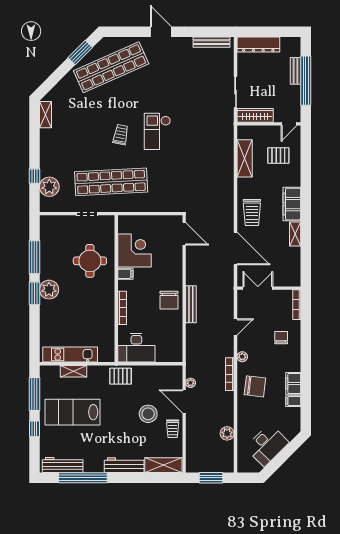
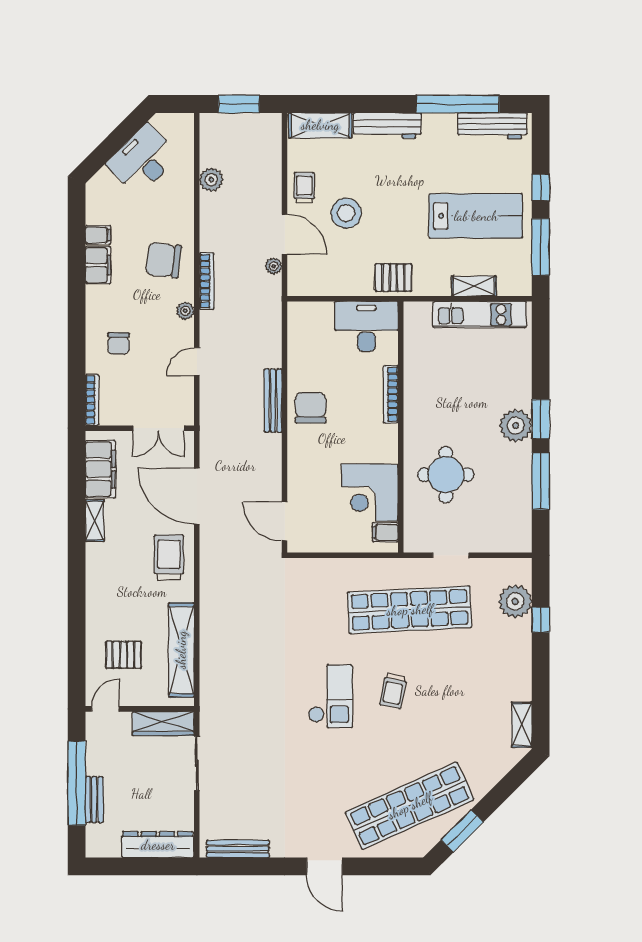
shelving: (245, 158) -> (181, 650), width x1.47
filing cabinet: (292, 204) -> (100, 469), moved
filing cabinet: (125, 274) -> (385, 532), moved

